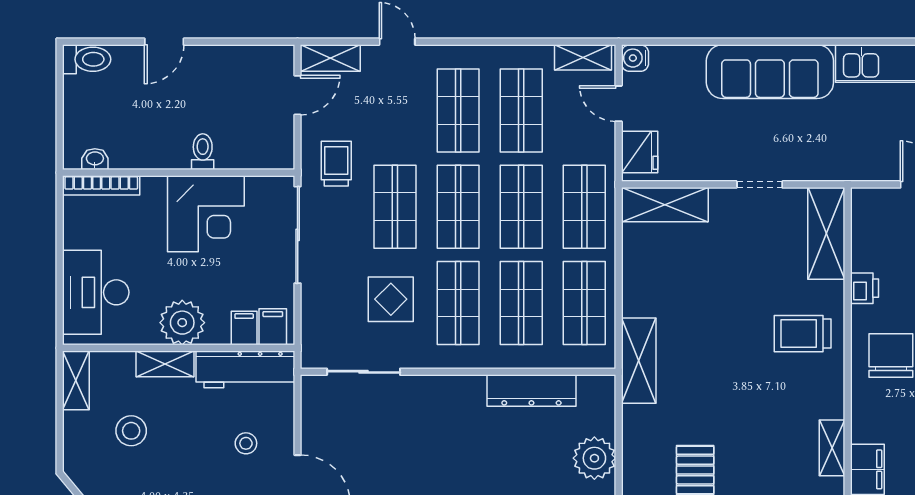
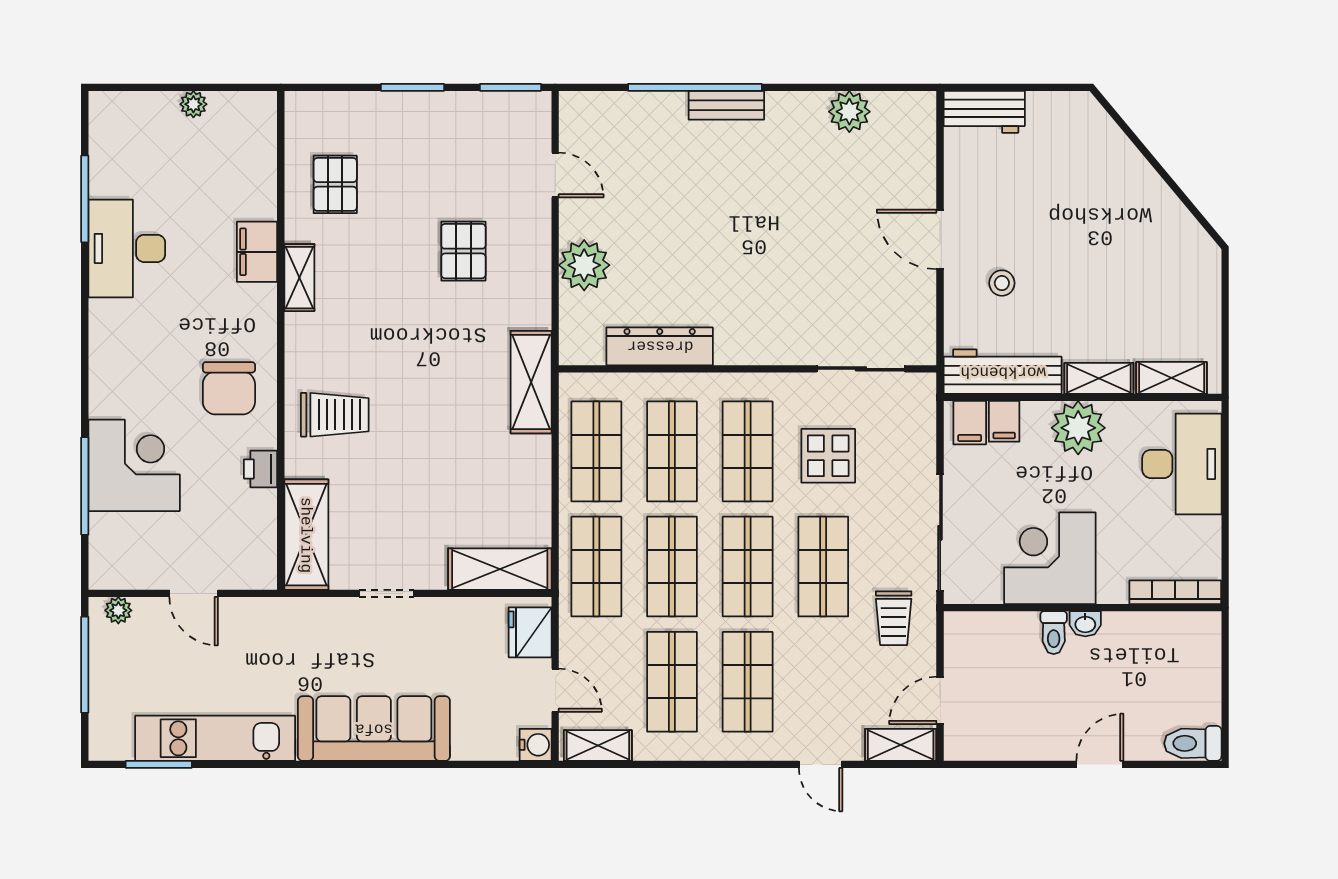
washbasin: (95, 159) -> (1085, 624), moved
shelving: (76, 380) -> (1172, 378), moved, turned 90
stool: (131, 431) -> (1139, 298), removed

